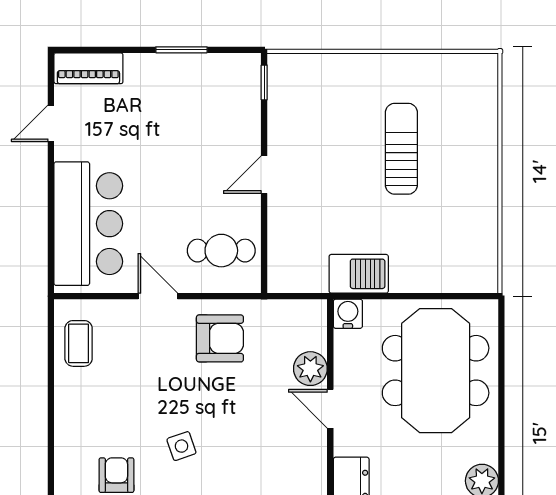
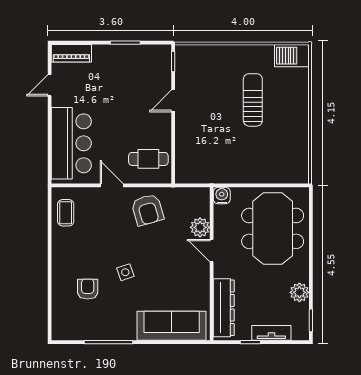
door: (264, 175) -> (173, 101), moved
barbecue: (359, 274) -> (292, 56), moved, turned 180
armchair: (220, 338) -> (148, 210), turned 74

